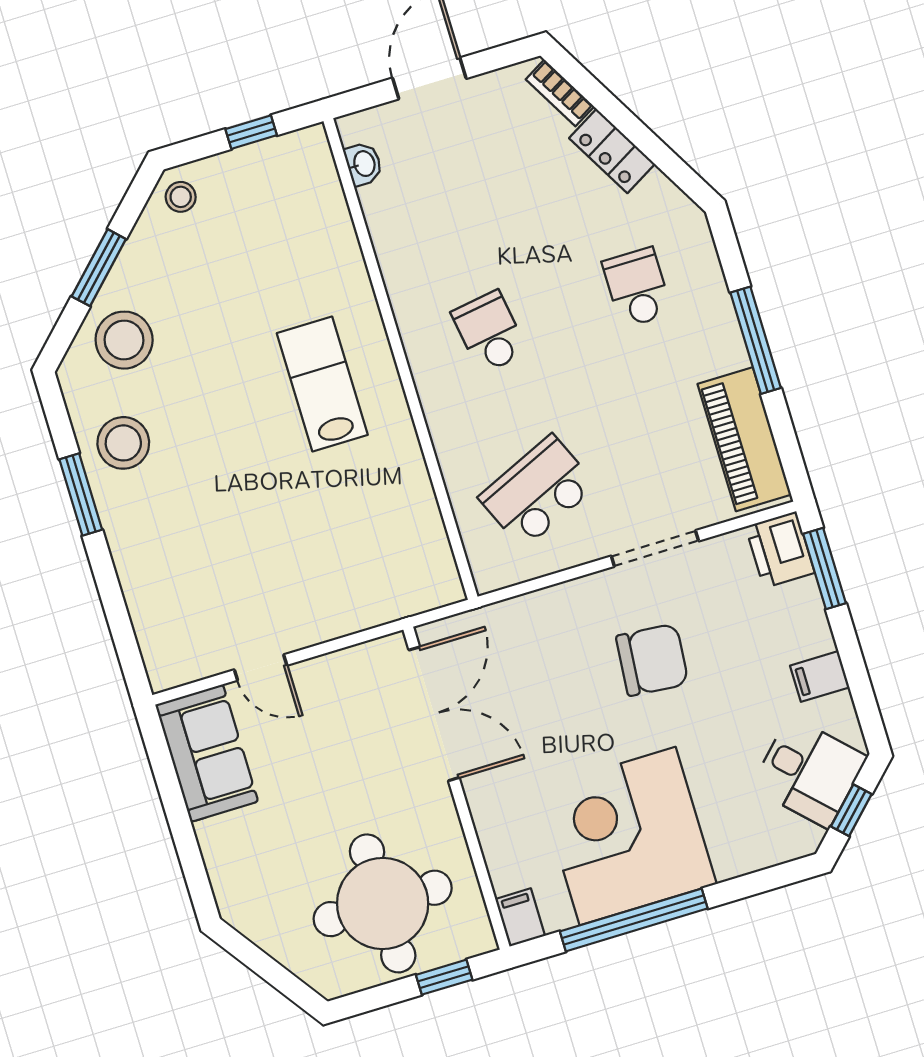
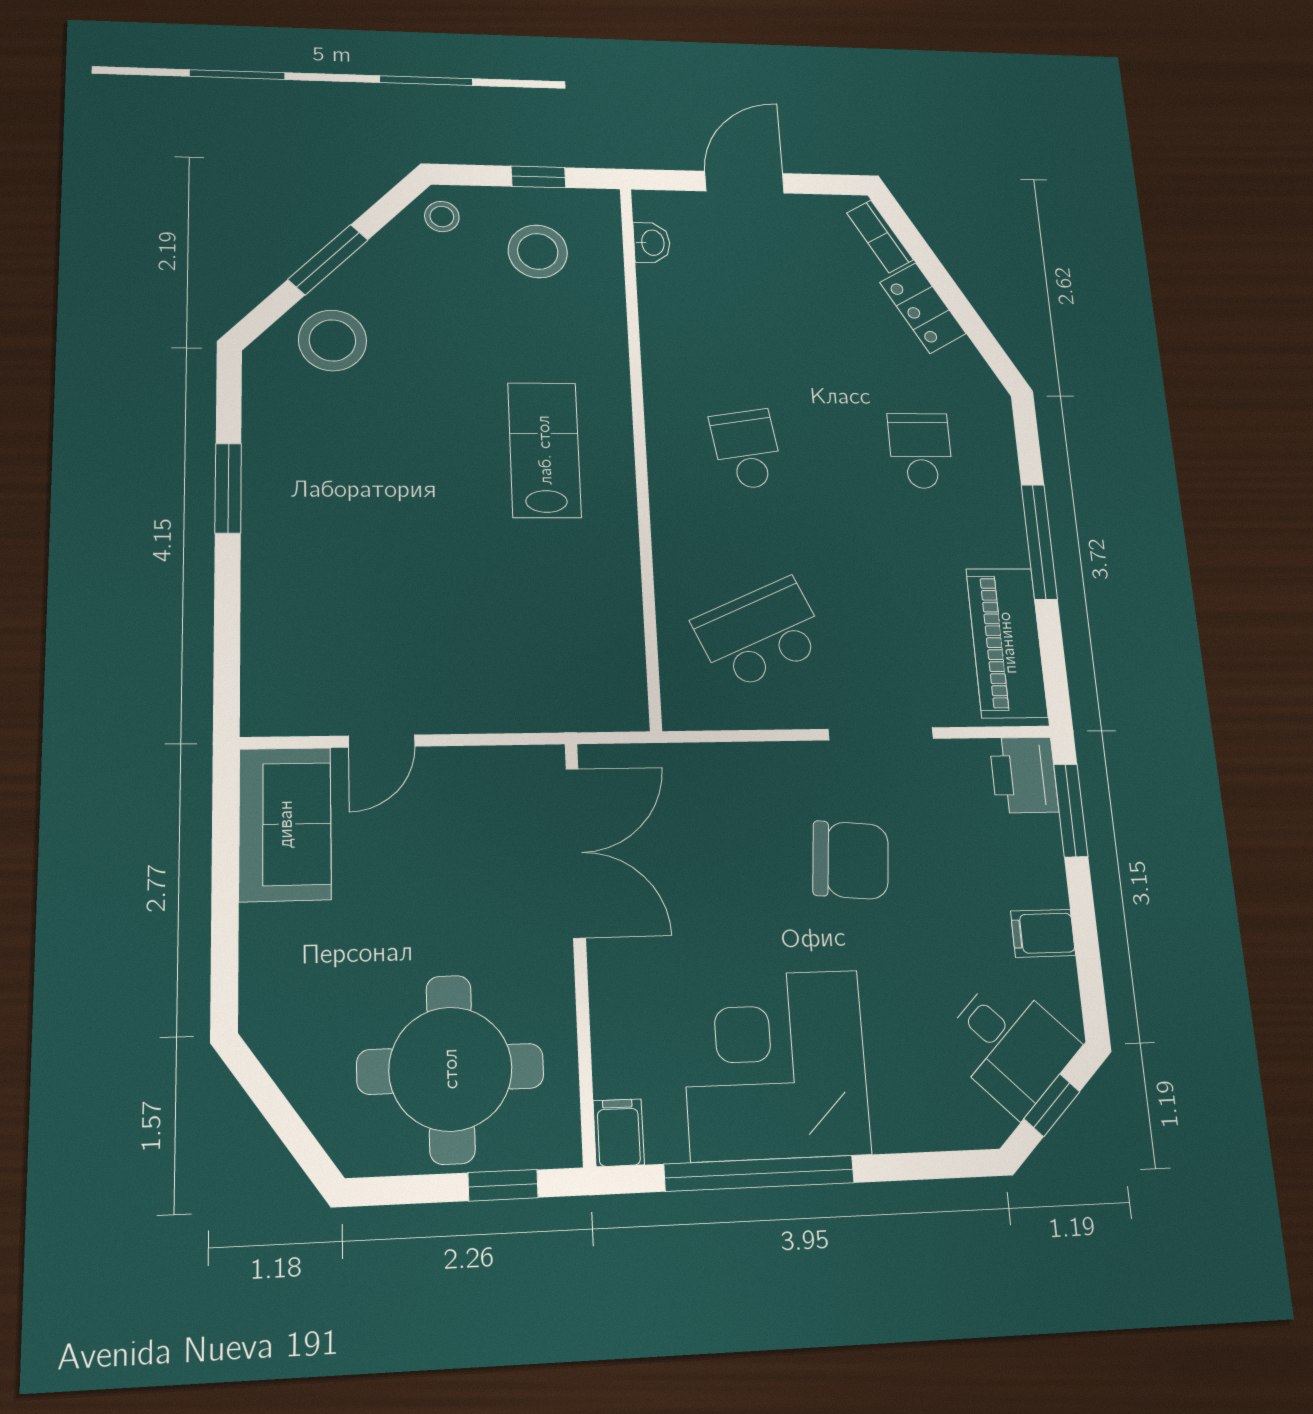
stool: (123, 443) -> (538, 251), moved
door: (261, 668) -> (382, 741), hinge flipped

